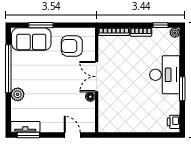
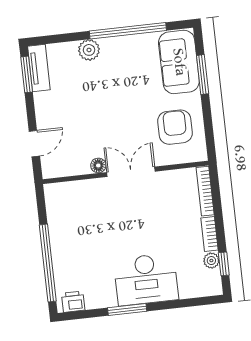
plant: (175, 33) -> (211, 261), moved
window: (148, 135) -> (48, 263), added

